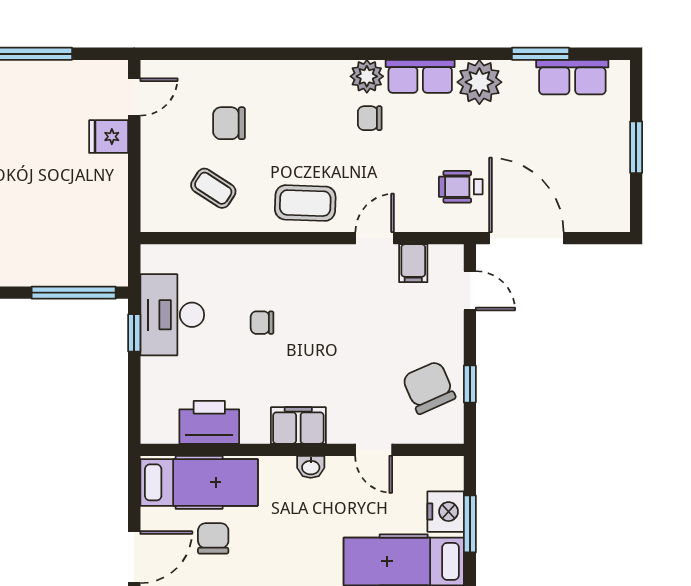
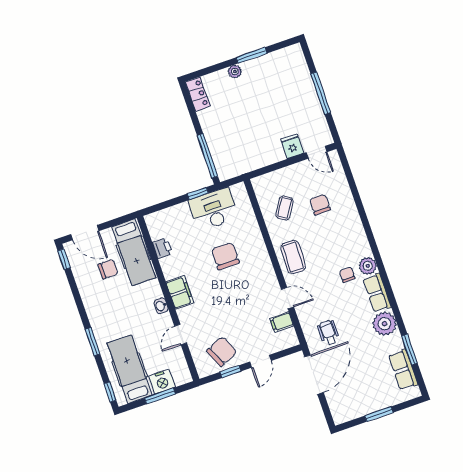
door: (470, 291) -> (260, 361), moved
chair: (262, 323) -> (225, 256), width x1.87, depth x1.87
printer: (209, 422) -> (162, 248), width x0.53, depth x0.68

